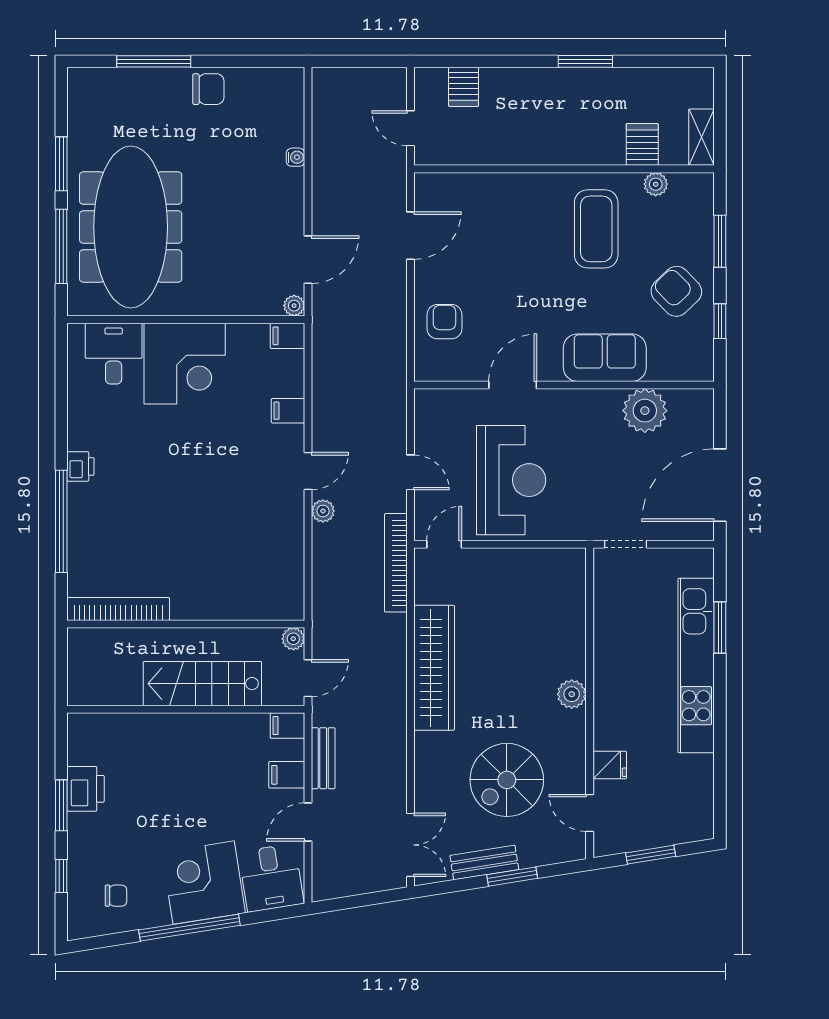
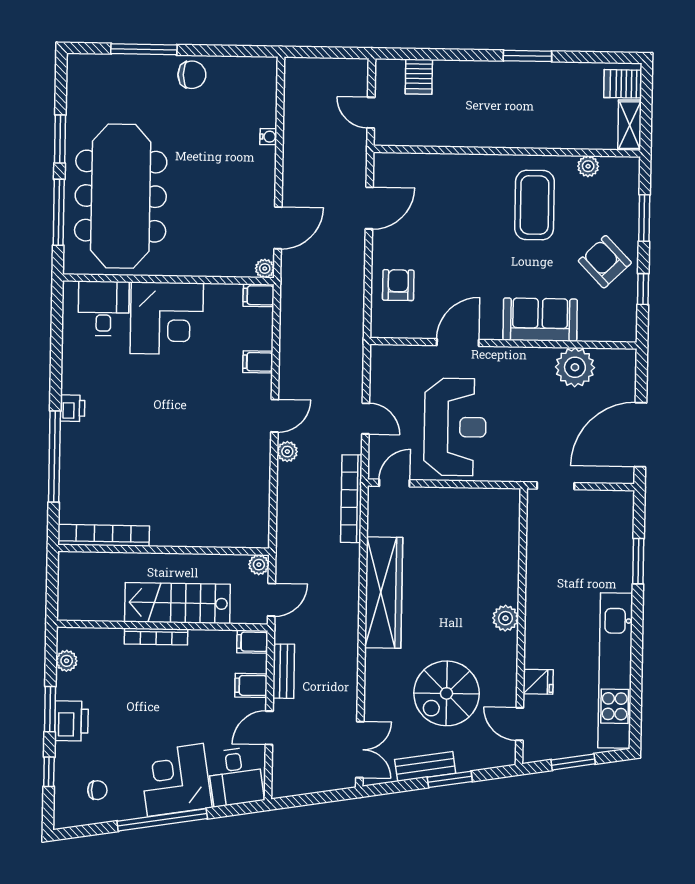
server rack: (642, 144) -> (623, 84), moved, turned -90
kitchen unit: (696, 665) -> (615, 671), moved
bookcase: (179, 722) -> (156, 637), added
plant: (79, 751) -> (67, 661), added
printer: (85, 789) -> (71, 721), moved

